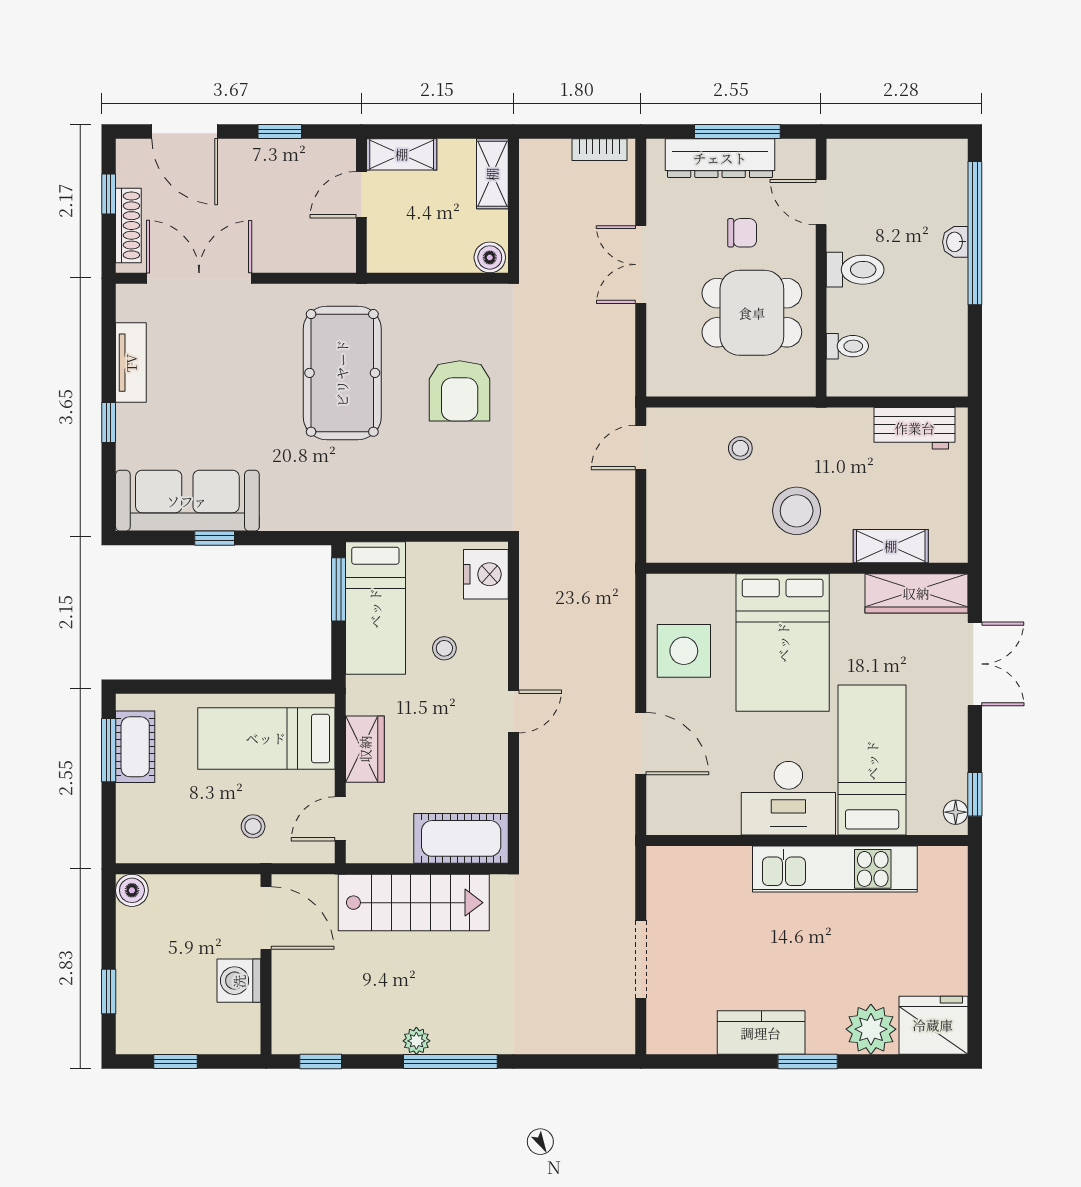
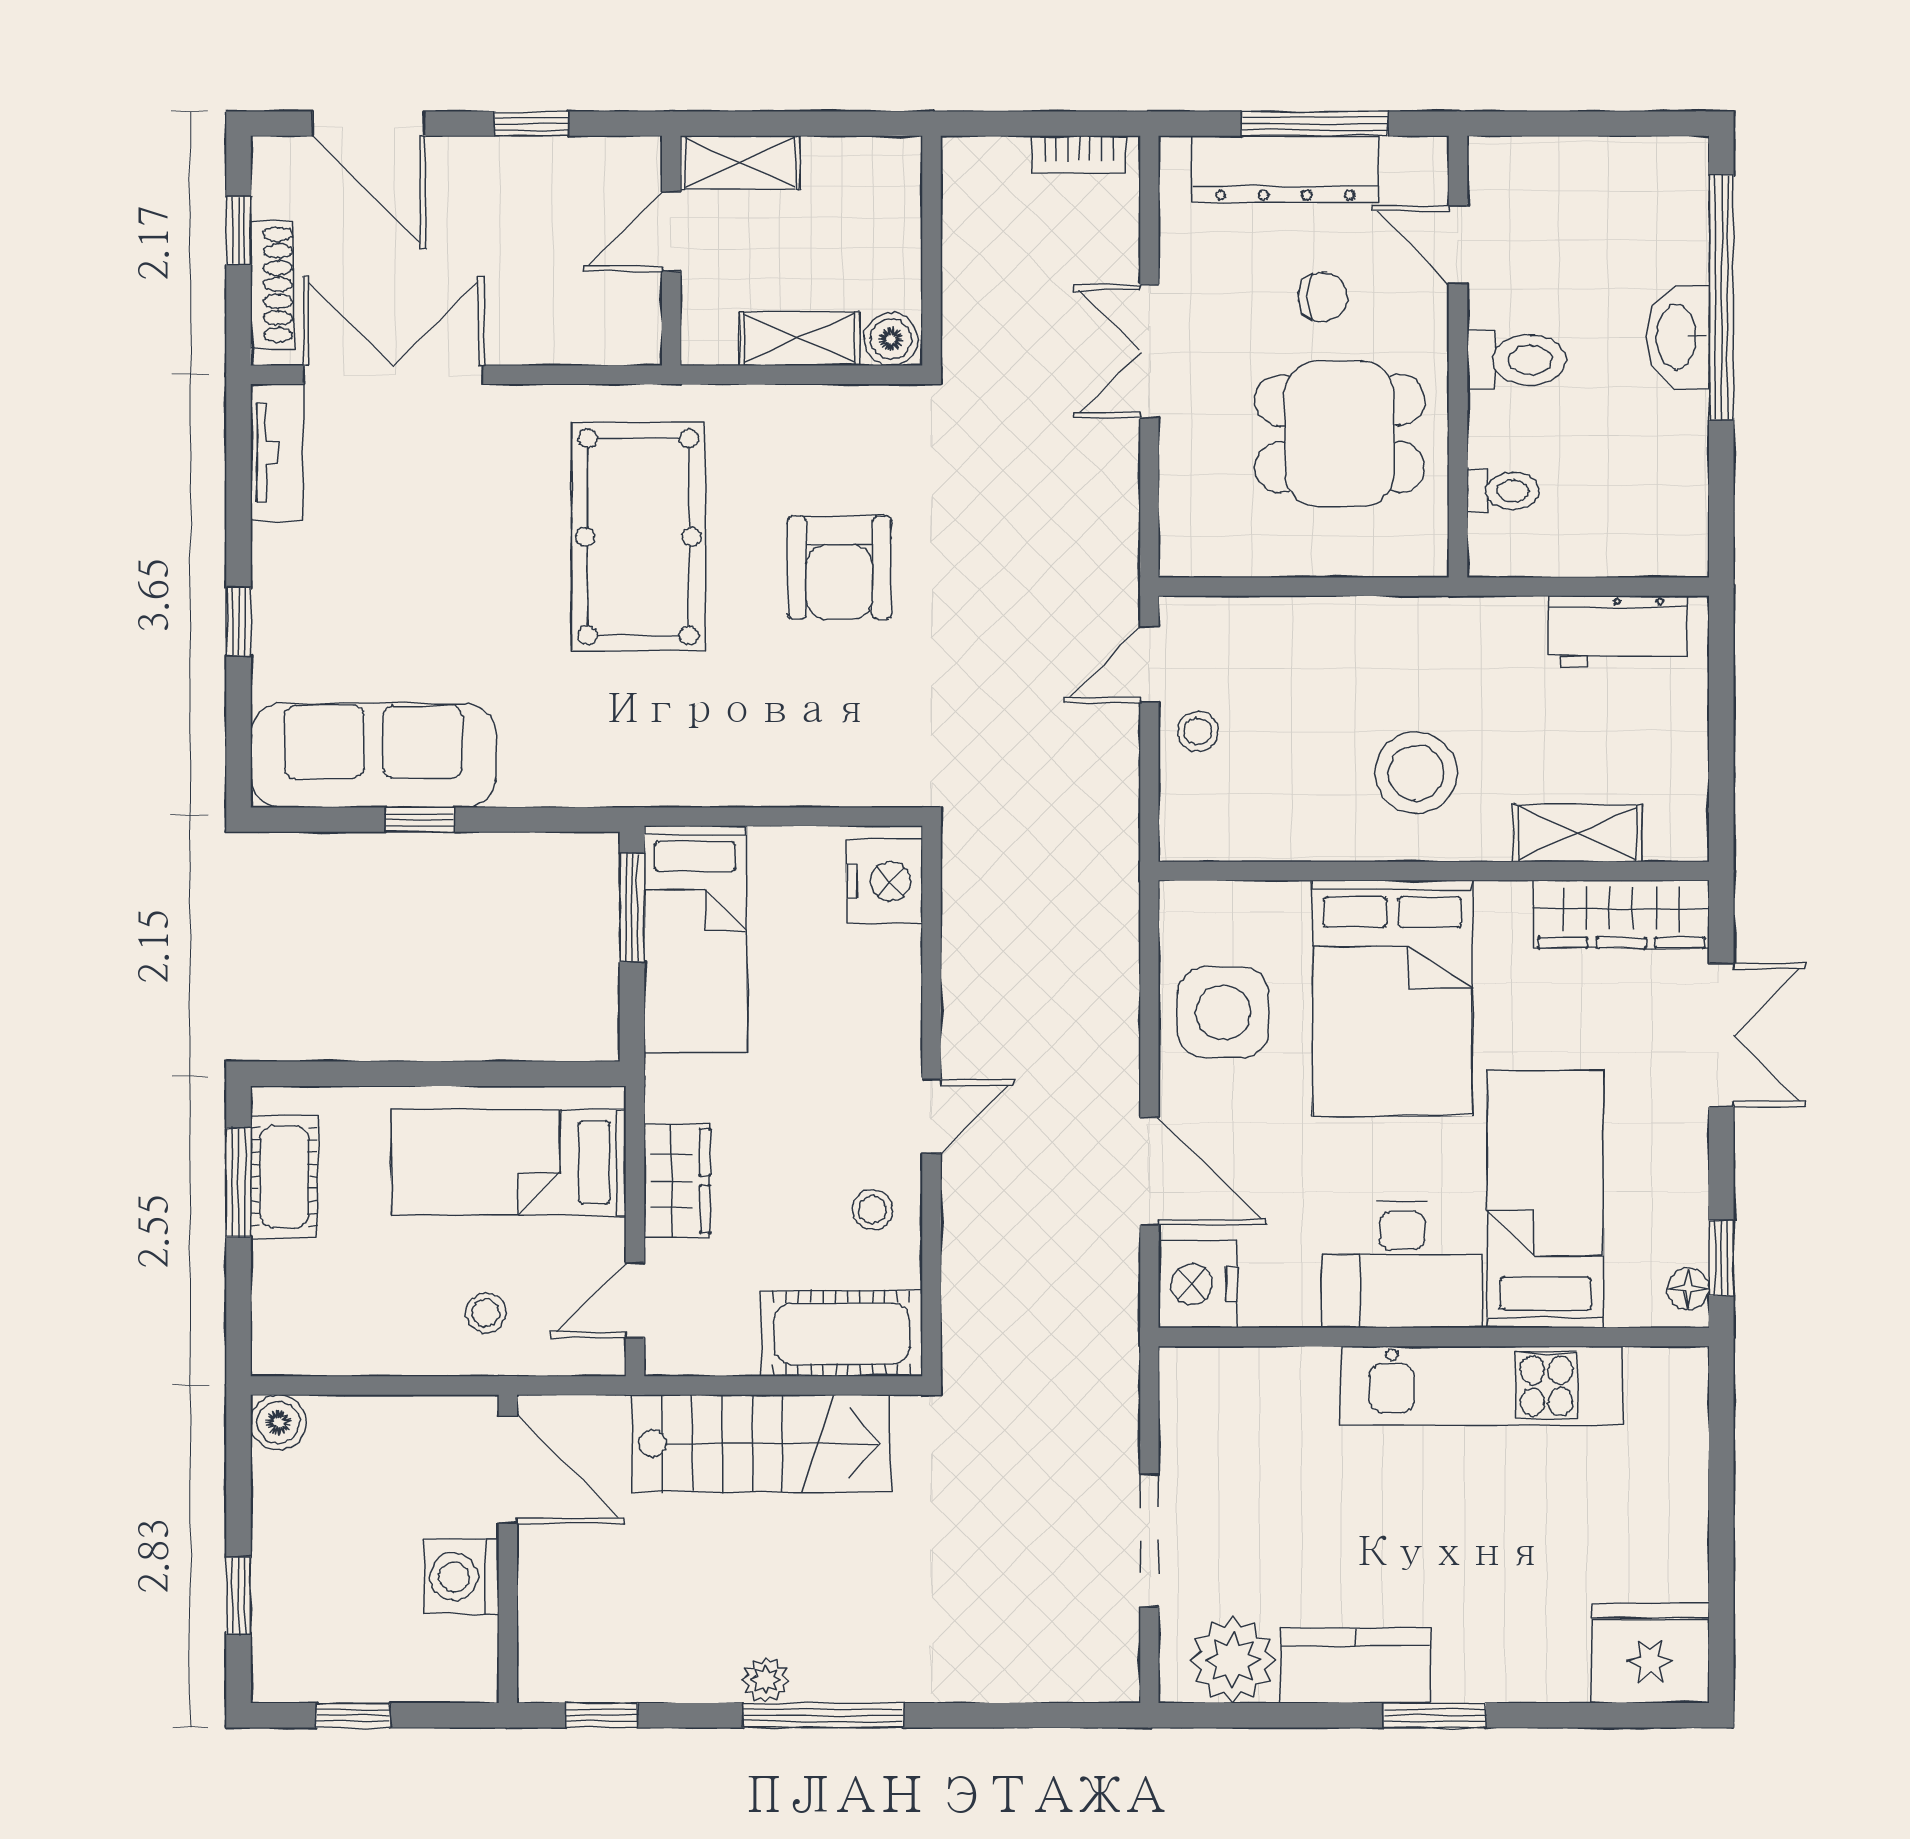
shelving: (492, 174) -> (799, 339), moved, turned 90
washbasin: (955, 242) -> (1678, 337), width x1.91, depth x1.45
tv unit: (131, 363) -> (277, 452), moved
stool: (740, 448) -> (1198, 731), moved
stool: (444, 648) -> (872, 1210), moved
nightstand: (669, 810) -> (1198, 1284), added
plant: (871, 1029) -> (1233, 1660), moved

